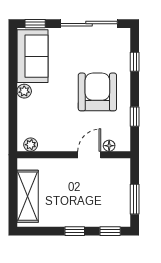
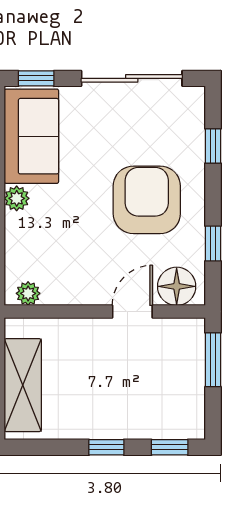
floor lamp: (109, 146) -> (177, 286), width x1.89, depth x1.89
window: (135, 199) -> (213, 360), moved

